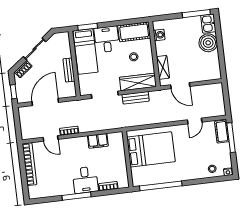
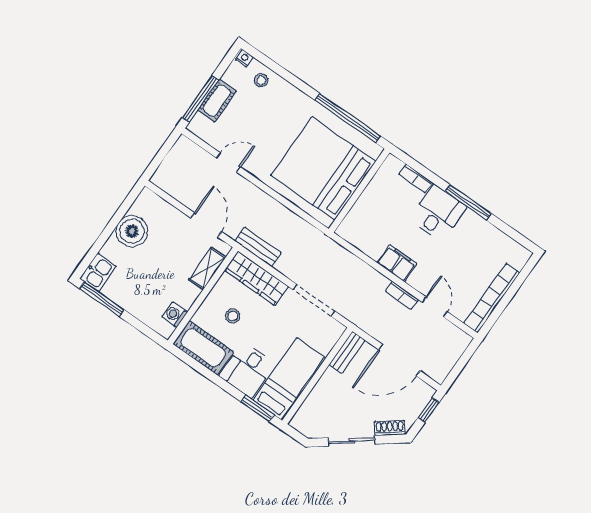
boiler: (208, 43) -> (132, 231), moved
bench: (69, 70) -> (347, 352), moved
bench: (136, 98) -> (258, 247), moved
cot: (222, 132) -> (217, 101), moved
filing cabinet: (98, 141) -> (397, 263), moved
bed: (151, 149) -> (323, 168), width x1.36

